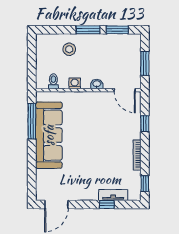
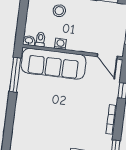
washbasin: (97, 84) -> (29, 41), moved
sofa: (49, 135) -> (54, 64), moved, turned 90

